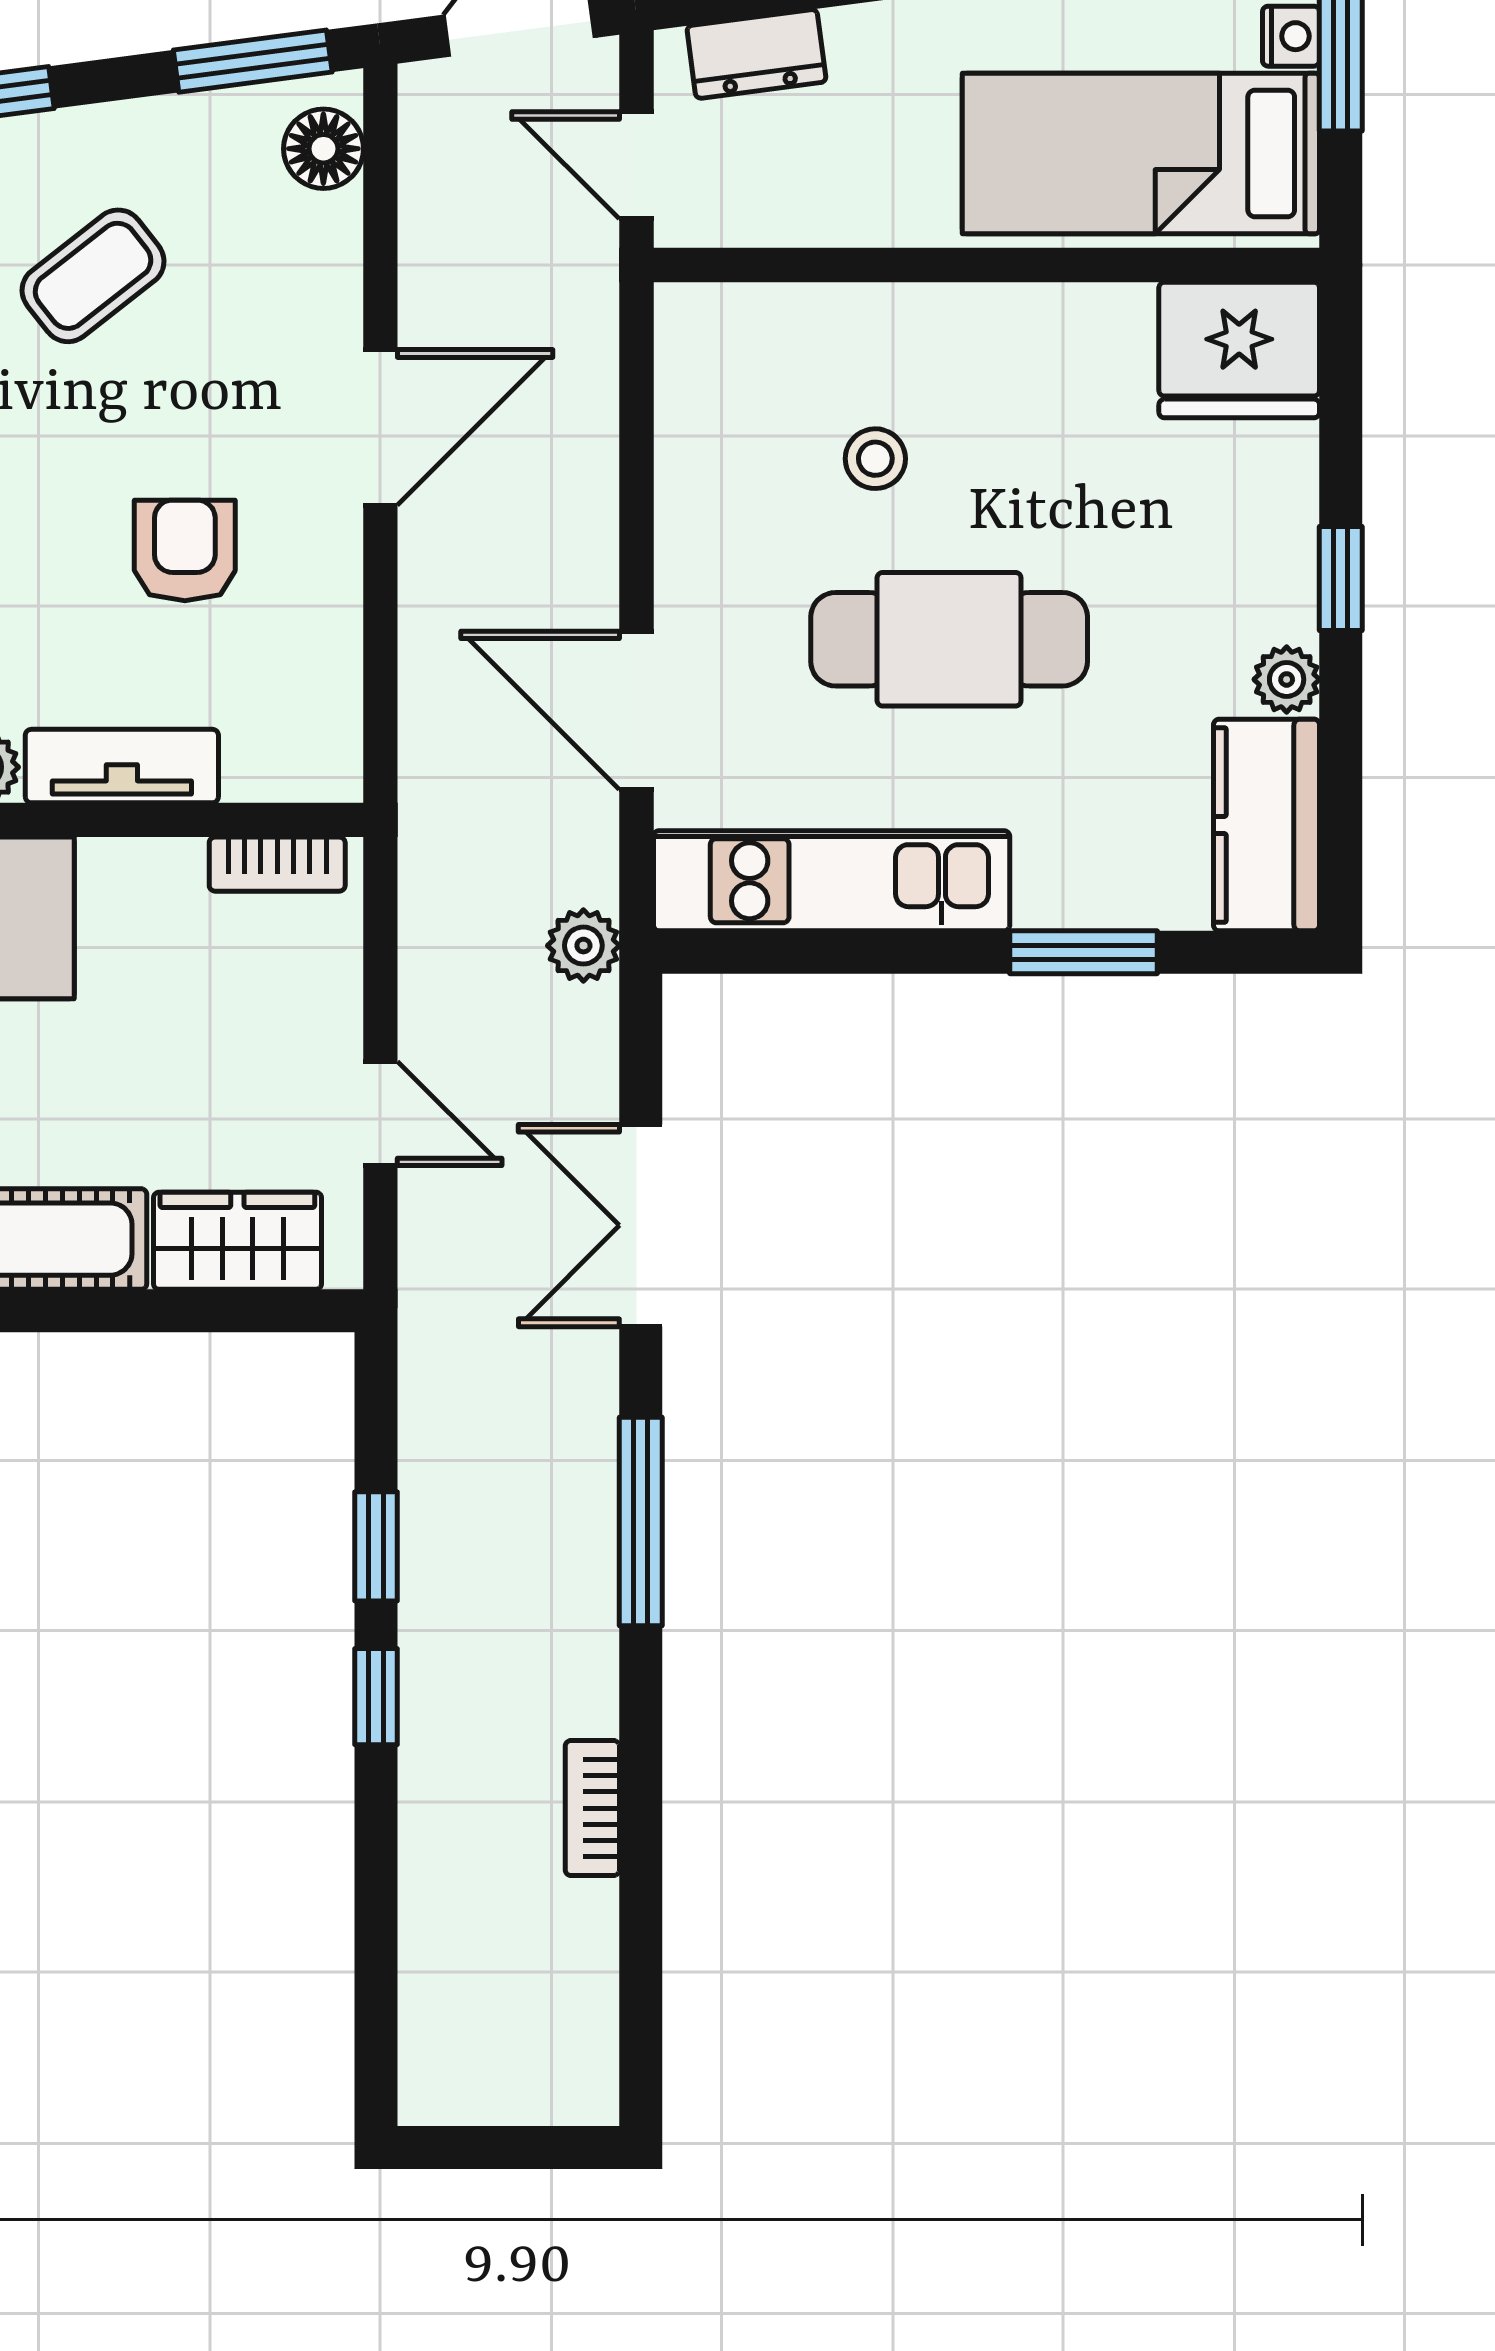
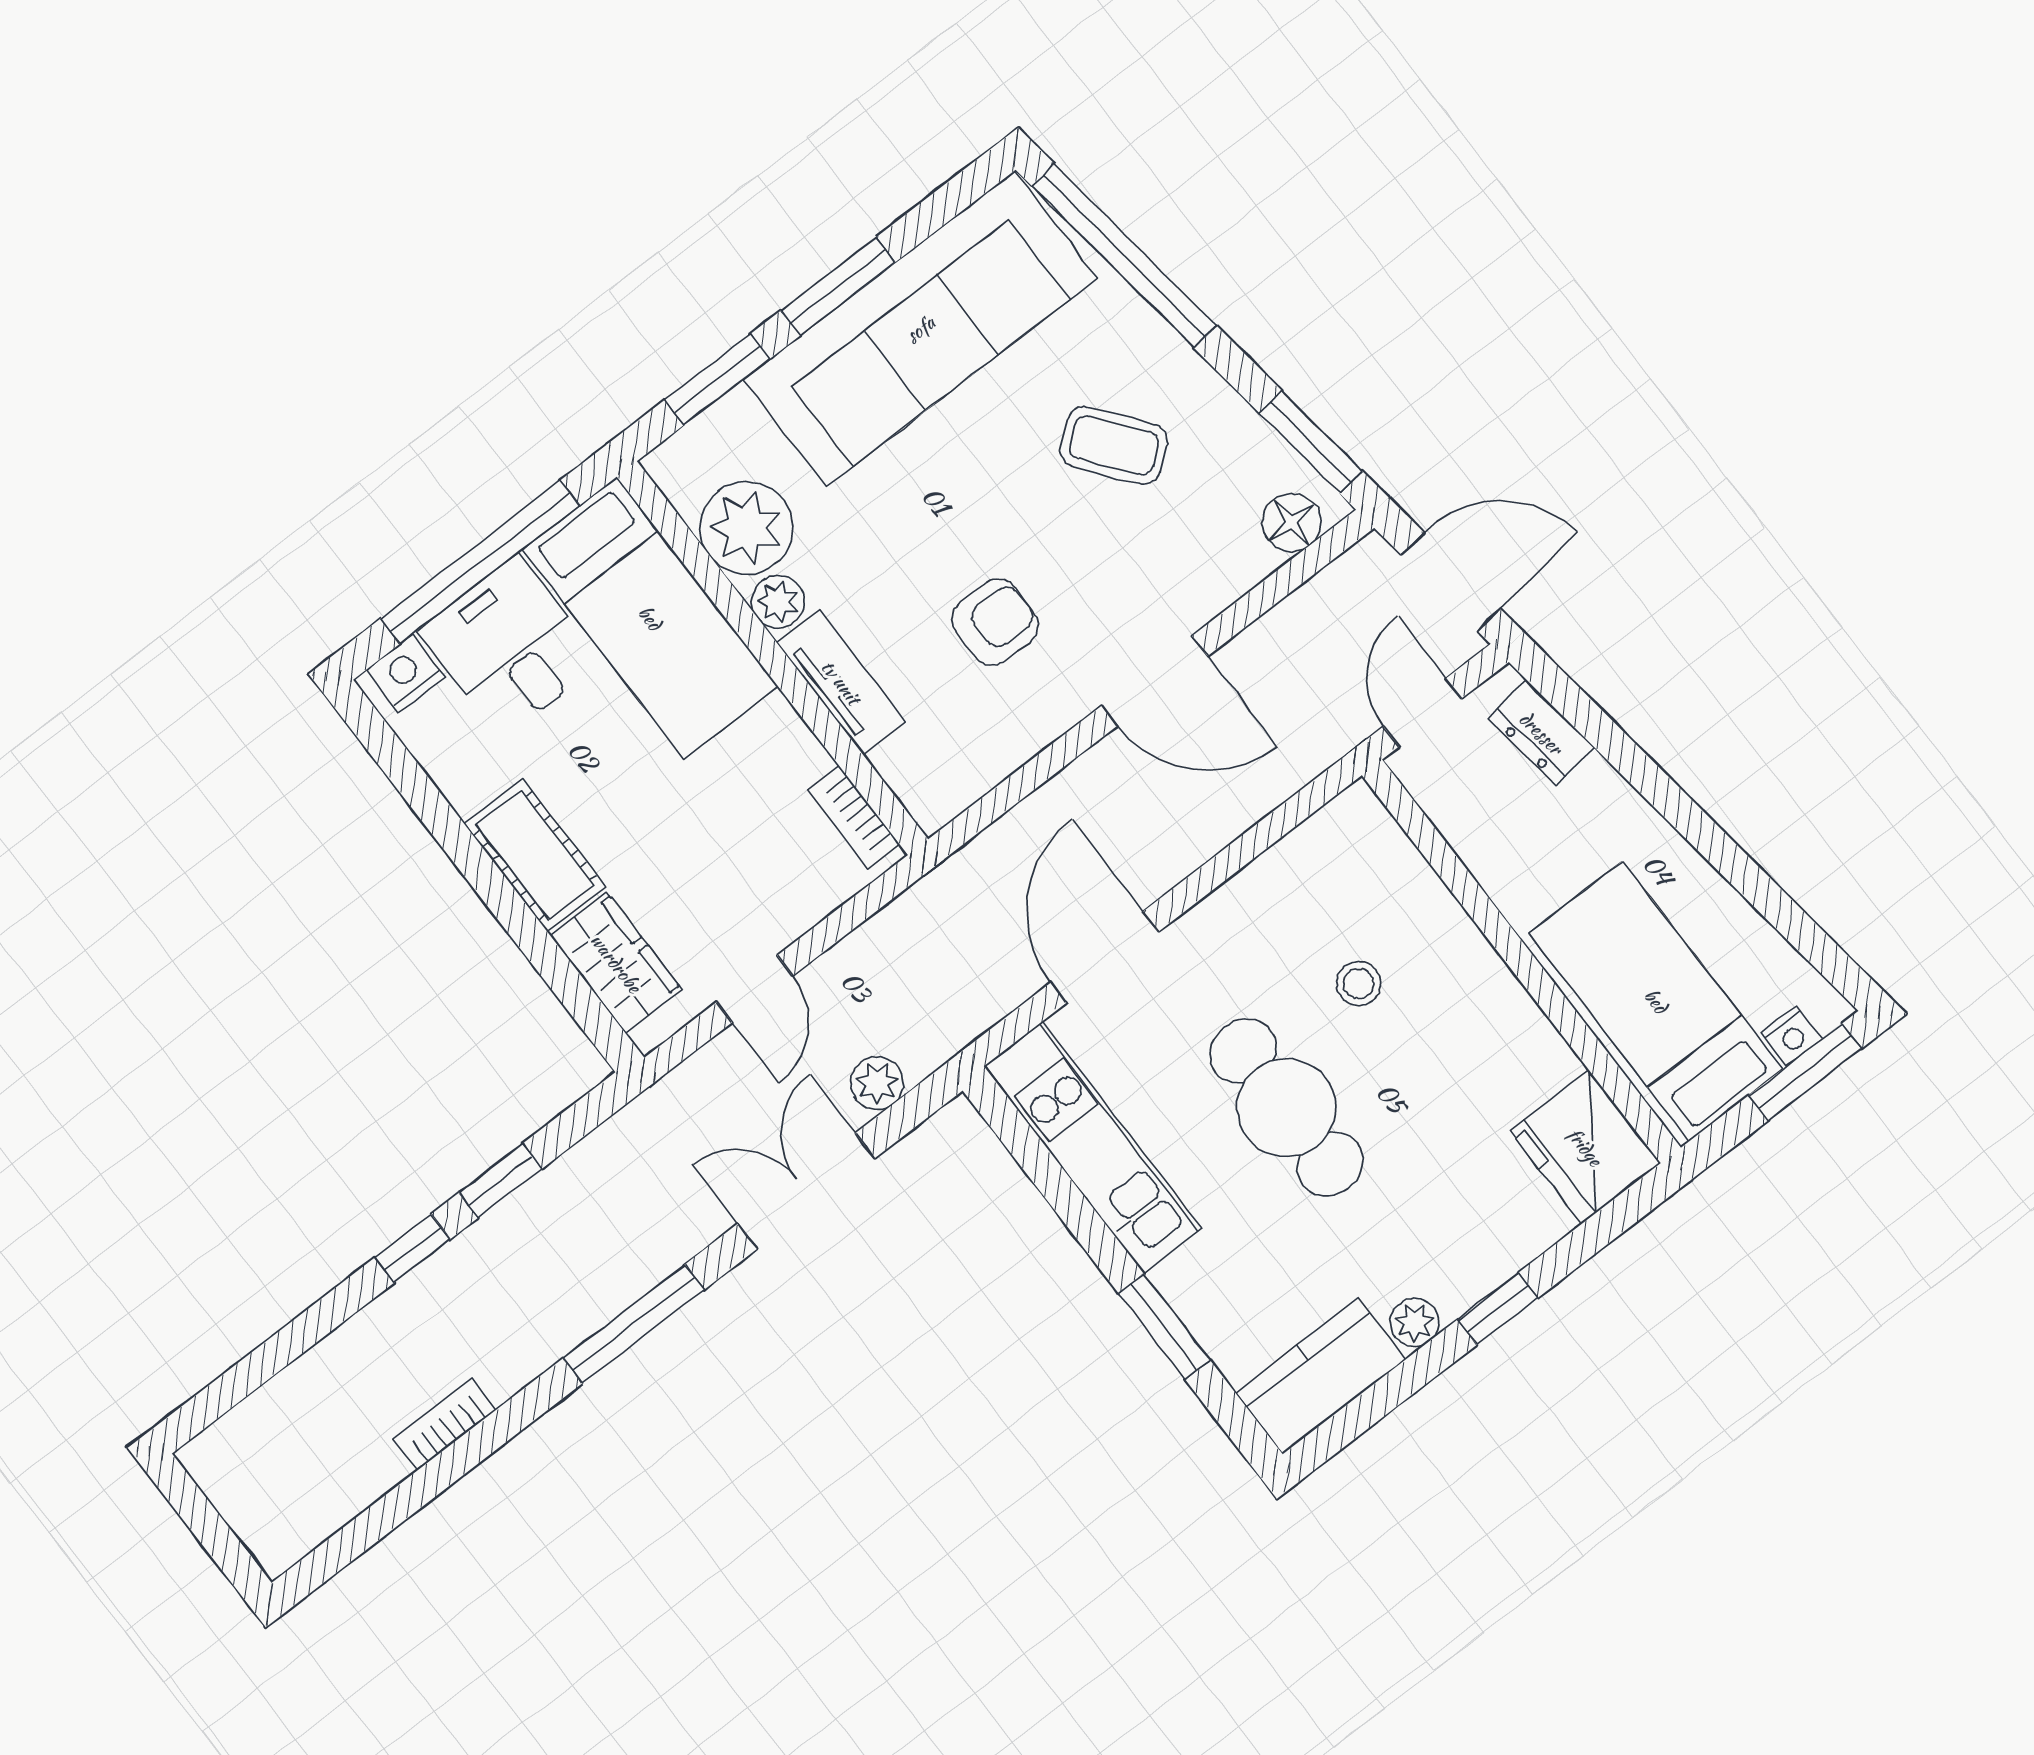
plant: (583, 946) -> (877, 1083), moved

